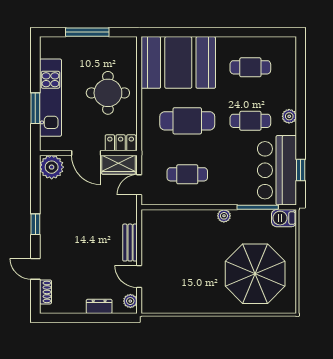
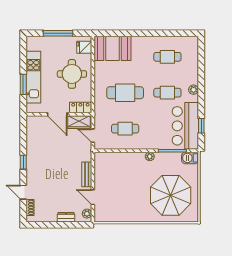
fridge: (126, 53) -> (84, 47), added
booth: (178, 62) -> (113, 48), width x0.73, depth x0.70
plant: (52, 167) -> (34, 124), removed
door: (139, 185) -> (93, 136), hinge flipped

